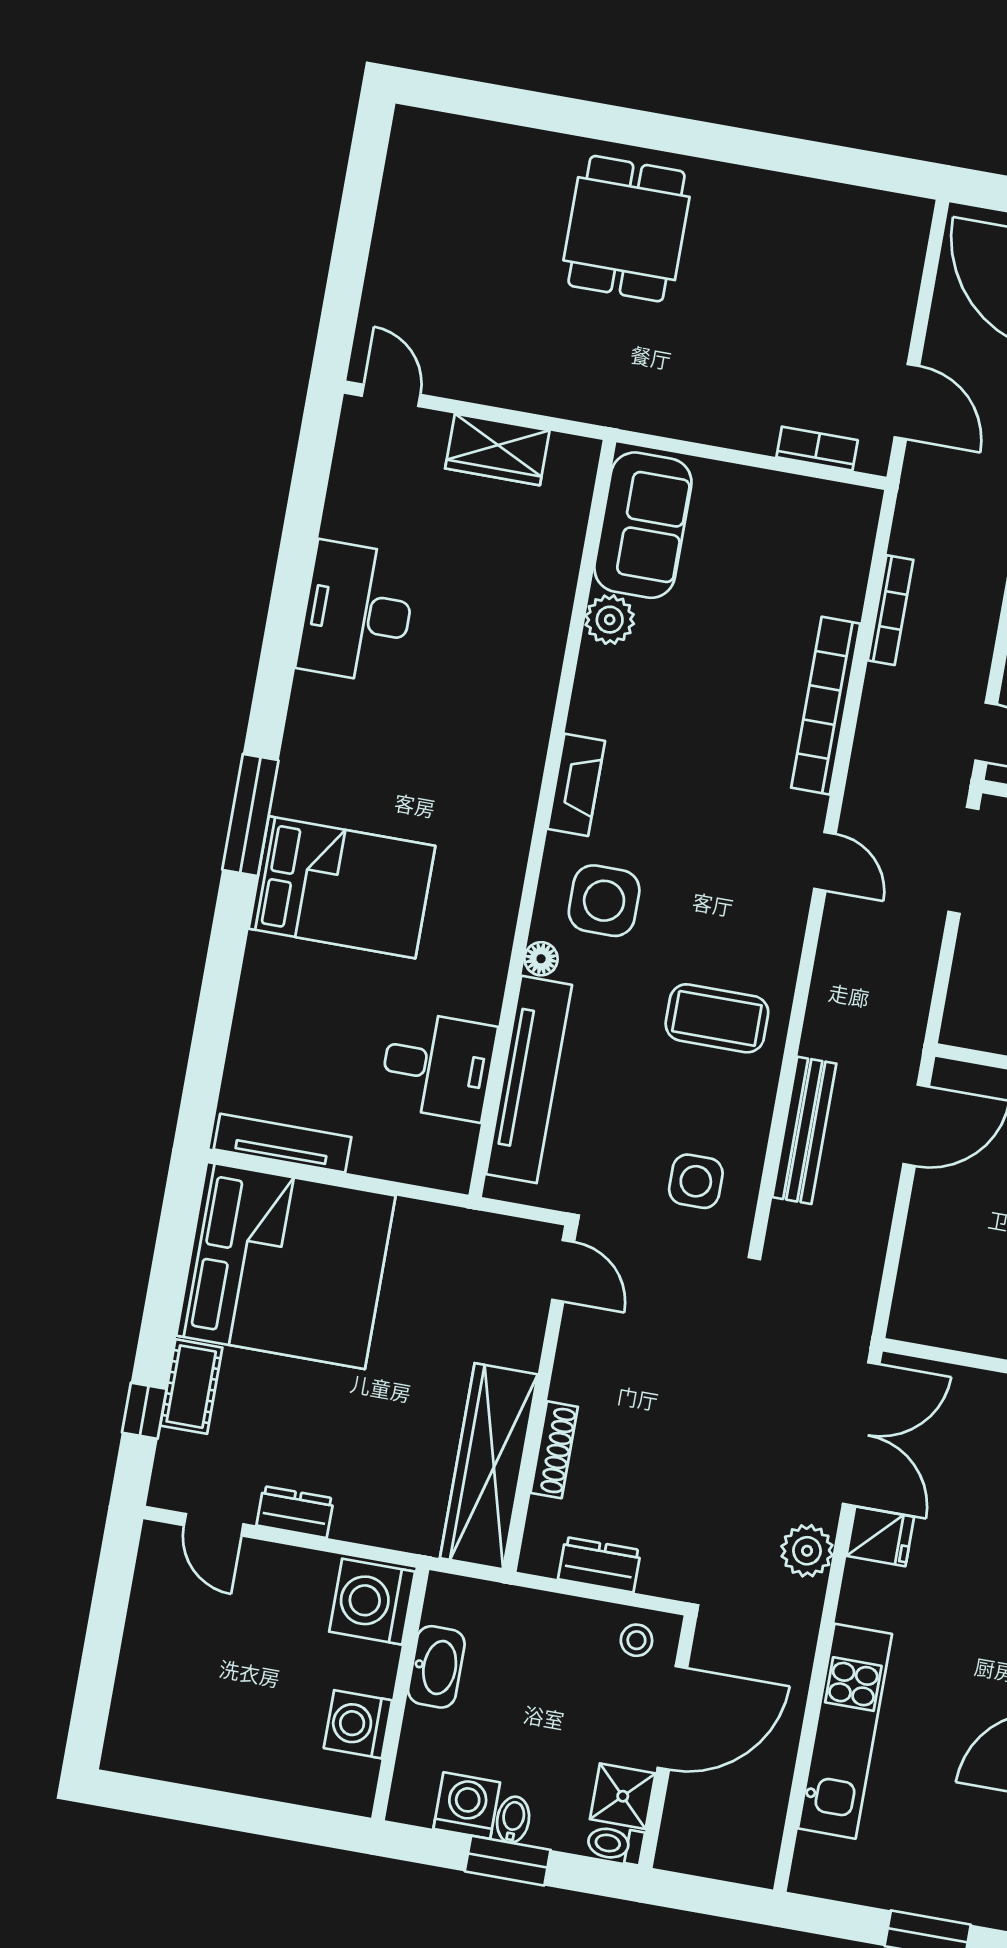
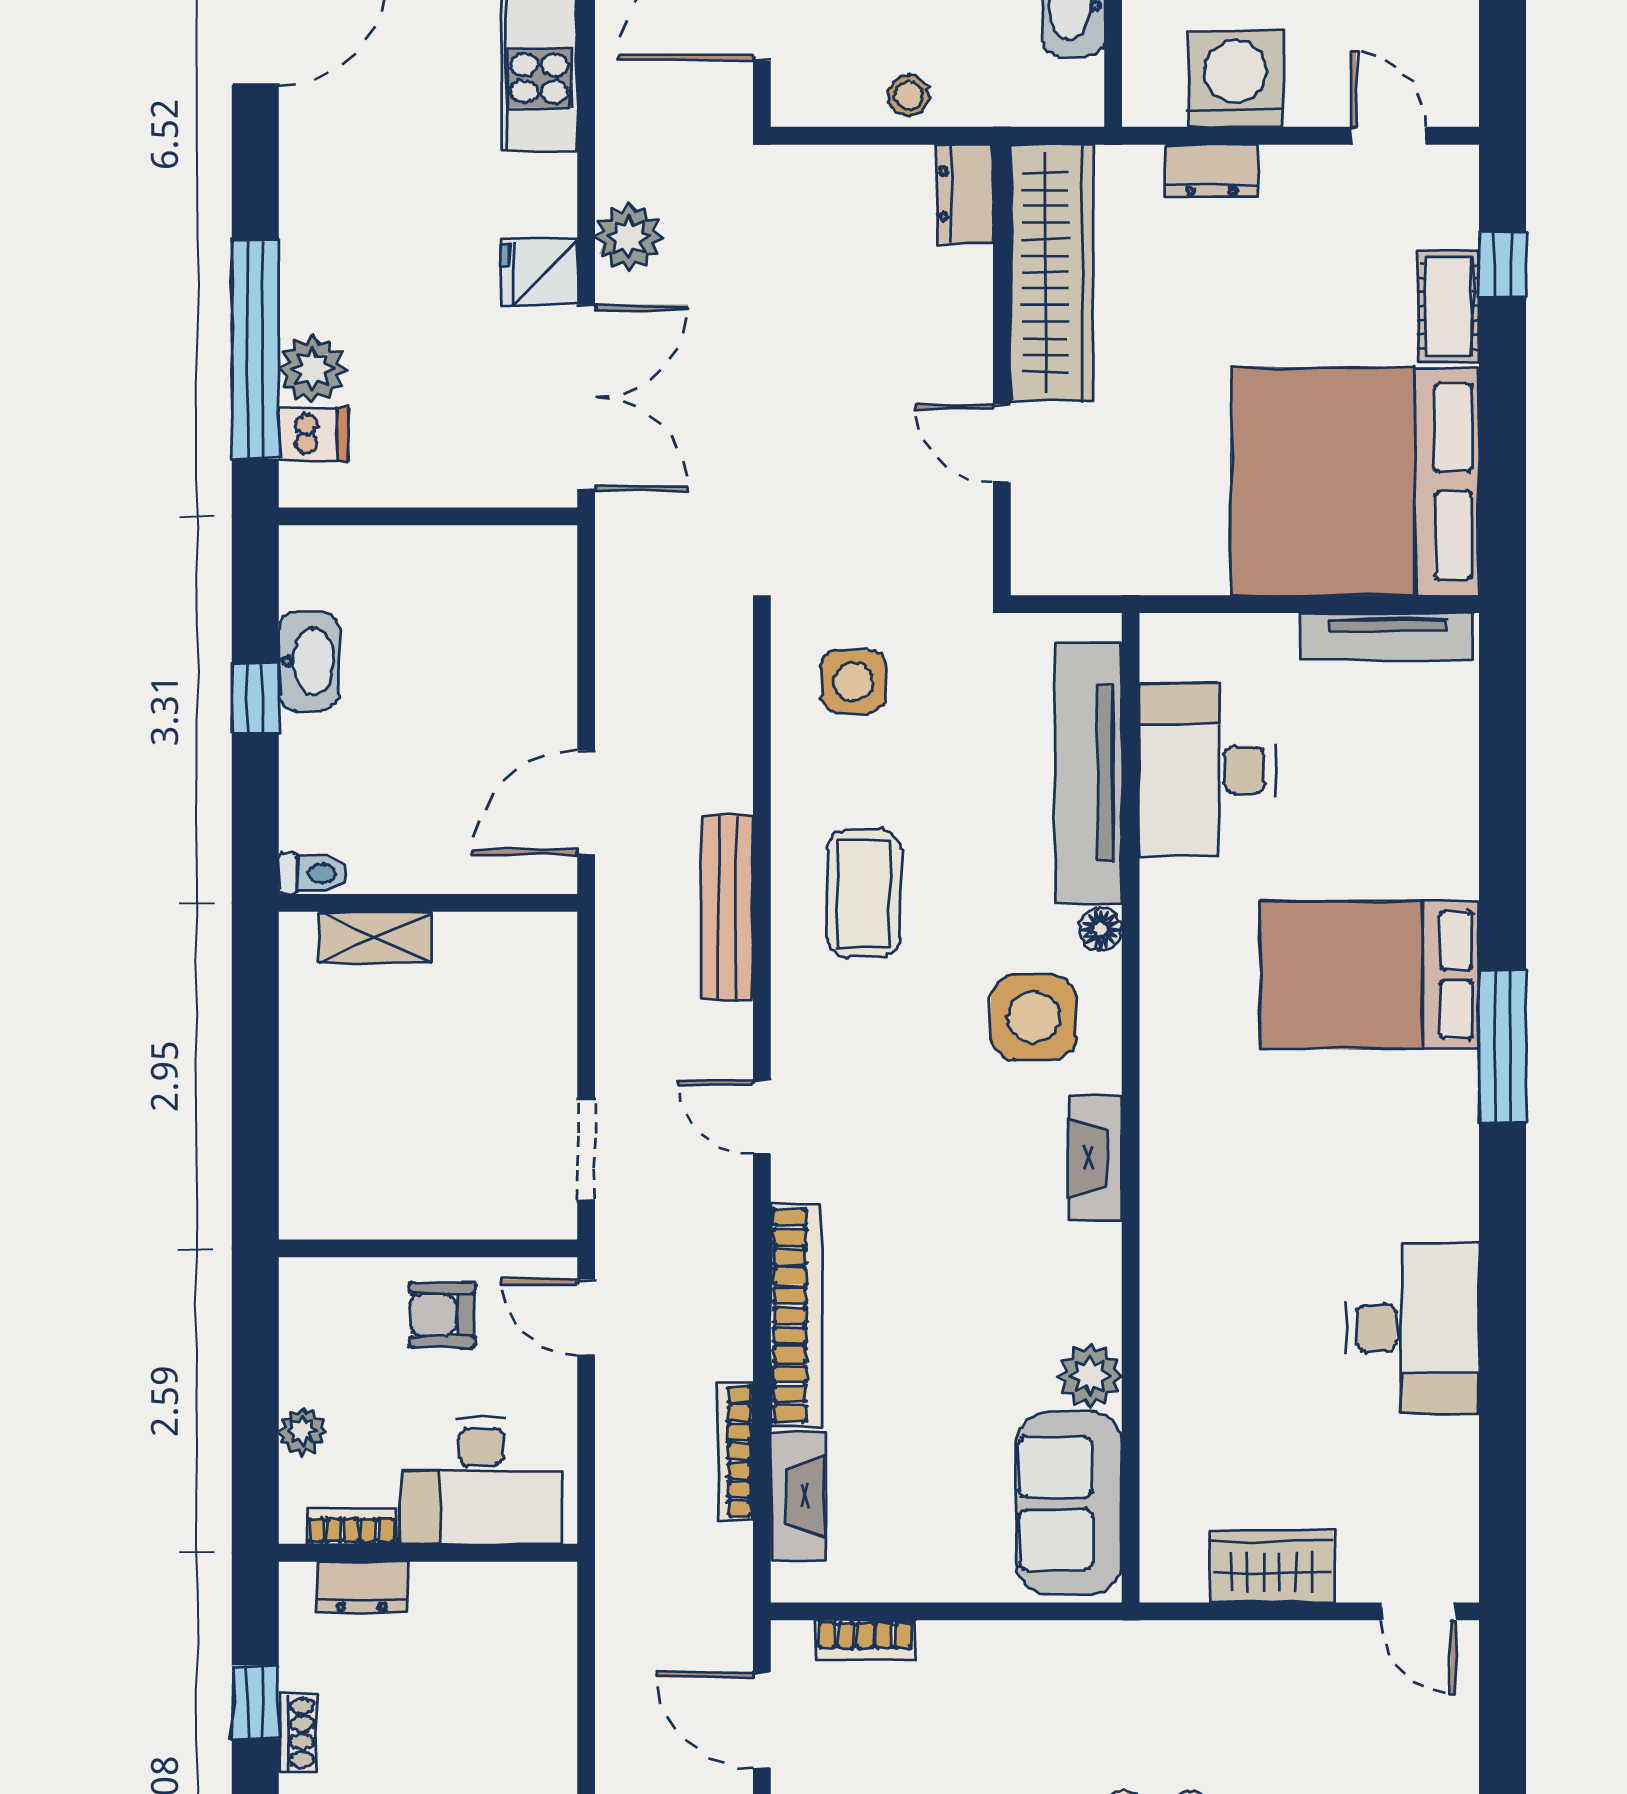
fireplace: (849, 568) -> (798, 1496), added
doorway: (963, 860) -> (586, 1150), width x0.73
coffee table: (717, 1018) -> (864, 893), turned 90
desk: (438, 1066) -> (1208, 770), width x1.37
bench: (804, 1130) -> (727, 908), moved
door: (563, 1271) -> (1002, 443), moved
double door: (861, 1434) -> (586, 398), swing flipped
shoe rack: (554, 1450) -> (973, 308), removed
dresser: (295, 1512) -> (1212, 171), moved
dresser: (599, 1565) -> (965, 194), moved, turned 90
washing machine: (372, 1602) -> (1235, 79), moved, turned -90
stool: (636, 1640) -> (909, 96), moved

